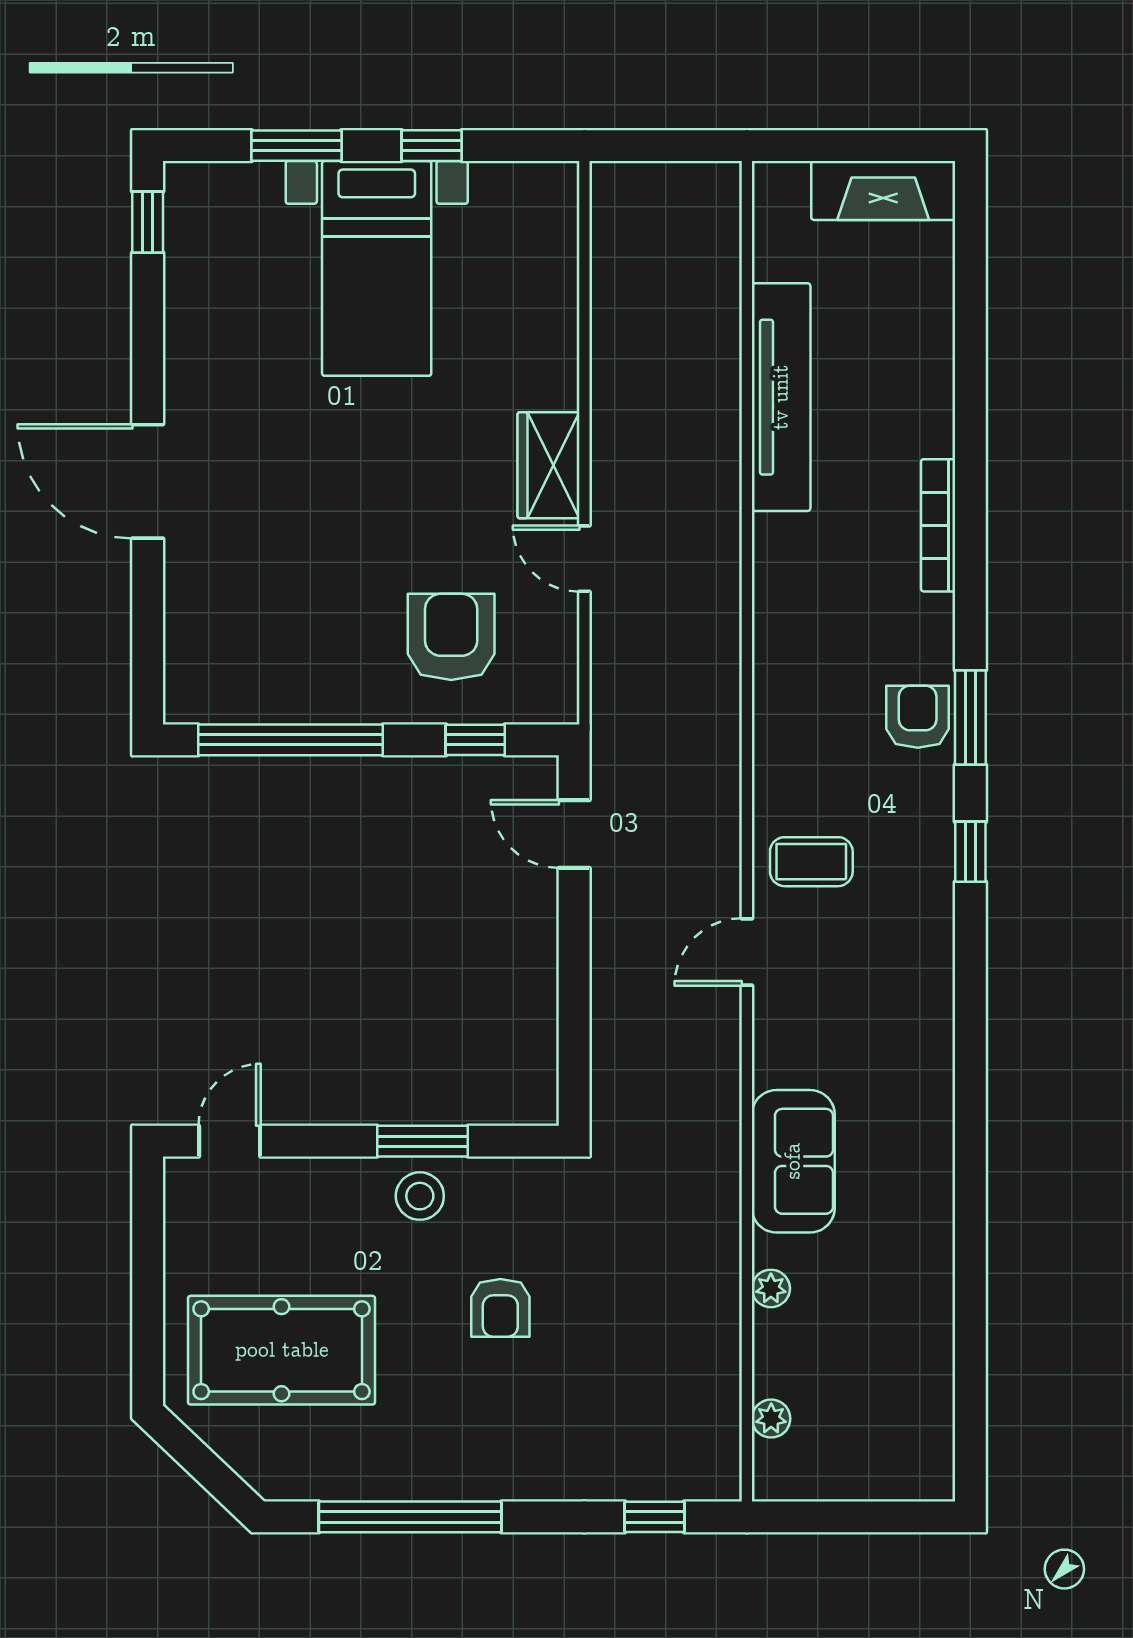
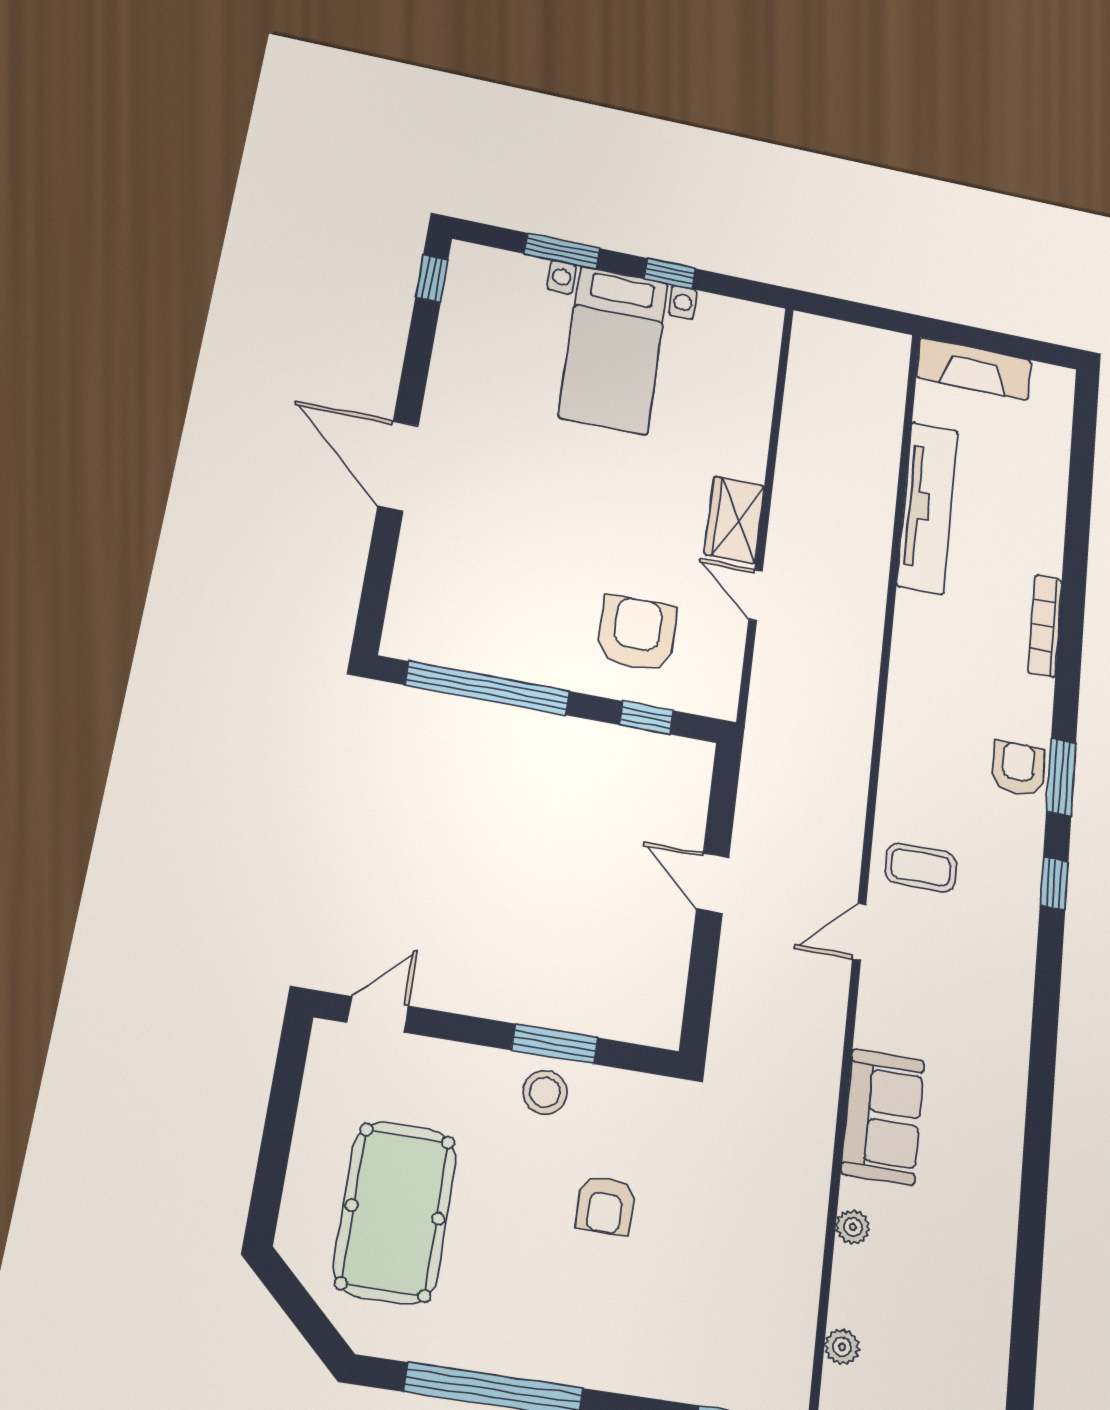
fireplace: (883, 190) -> (974, 369), moved
door: (574, 834) -> (713, 883), moved
pool table: (282, 1350) -> (395, 1212), turned 90

